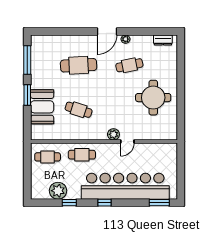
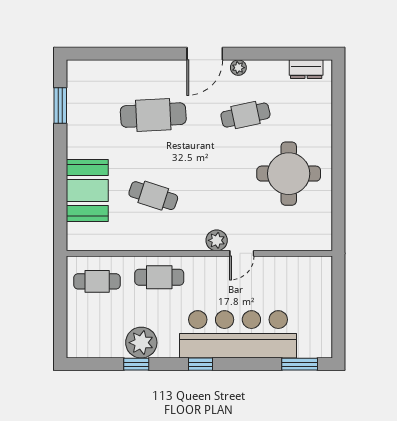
window: (27, 60) -> (60, 106), width x0.69
window: (27, 95) -> (60, 169), removed
bar counter: (125, 186) -> (238, 334), width x0.73
plant: (58, 191) -> (141, 343), moved

